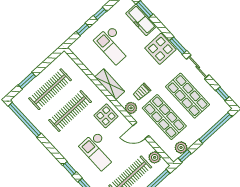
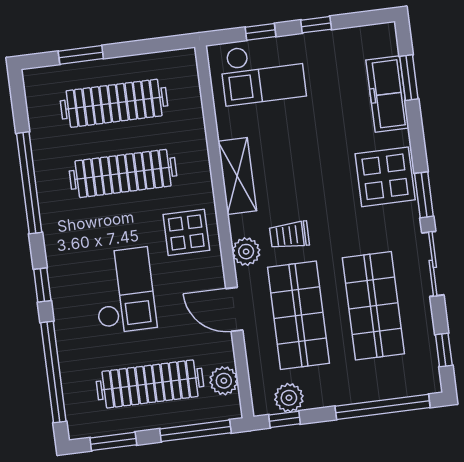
checkout: (113, 45) -> (263, 73), moved, turned -90
window: (25, 120) -> (29, 183), moved
checkout: (99, 151) -> (124, 291), turned 180

